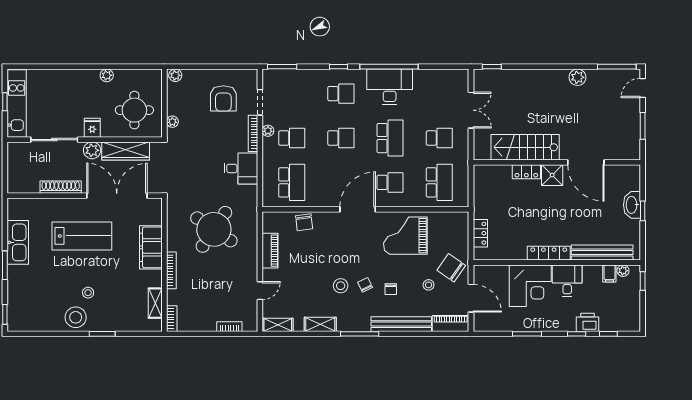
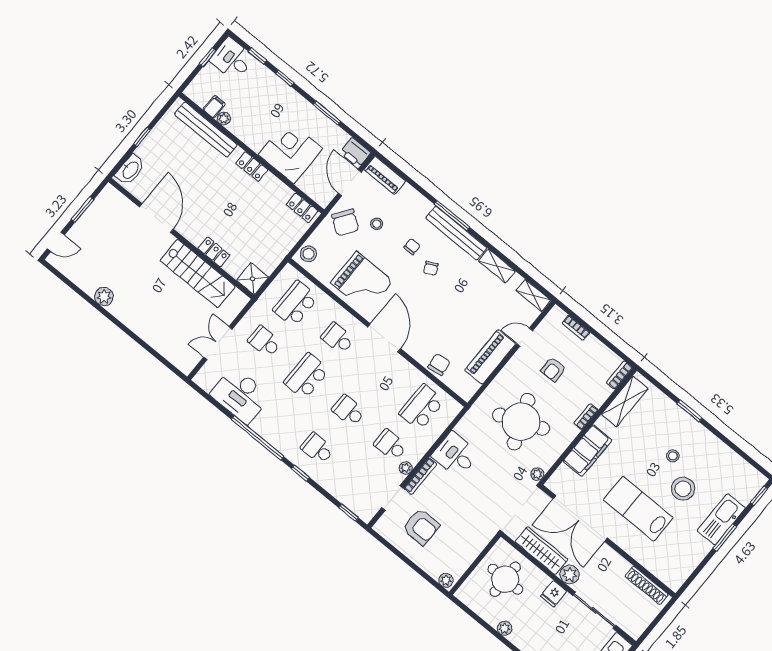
window: (282, 67) -> (349, 513), width x0.67
window: (492, 67) -> (170, 366), removed
window: (617, 67) -> (63, 278), removed
desk: (390, 87) -> (240, 395), moved
armchair: (223, 98) -> (421, 527), turned 90
plant: (172, 122) -> (537, 474), moved
shower: (552, 175) -> (253, 279), moved
shoe rack: (61, 187) -> (647, 585), moved
washbasin: (632, 205) -> (130, 170), moved
door: (358, 209) -> (384, 338), swing flipped
round table: (214, 229) -> (521, 422), turned 34
locker: (480, 233) -> (302, 208), moved, turned -90
kitchen sink: (18, 242) -> (721, 519), moved
piano: (270, 251) -> (490, 357), width x1.37, depth x1.33
locker: (549, 253) -> (252, 167), width x0.66
bookcase: (171, 270) -> (586, 417), width x0.64
plant: (623, 271) -> (224, 119), moved
desk: (567, 281) -> (232, 59), moved, turned 90
window: (643, 281) -> (207, 57), moved
armchair: (221, 284) -> (553, 369), added
stool: (341, 286) -> (308, 254), moved
shelving: (155, 303) -> (625, 401), width x1.50, depth x1.33
stool: (76, 317) -> (683, 489), moved
printer: (588, 322) -> (355, 153), moved
bench: (401, 324) -> (456, 233), moved
window: (360, 334) -> (452, 216), moved

